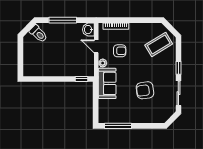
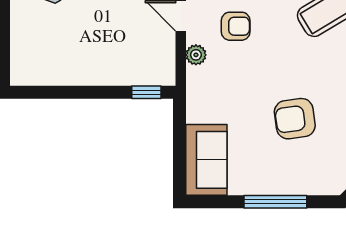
sofa: (107, 83) -> (206, 160), moved
window: (118, 126) -> (275, 202), moved

